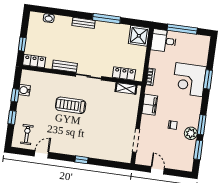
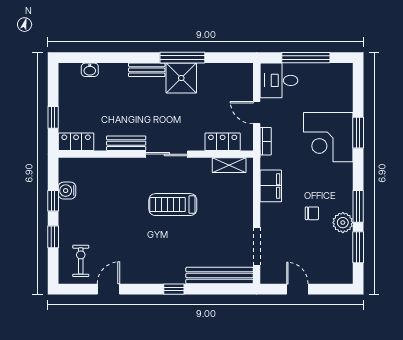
shower: (139, 36) -> (181, 78), moved
door: (147, 59) -> (257, 113), added
treadmill: (71, 105) -> (173, 205), moved
bench: (111, 155) -> (220, 276), added

